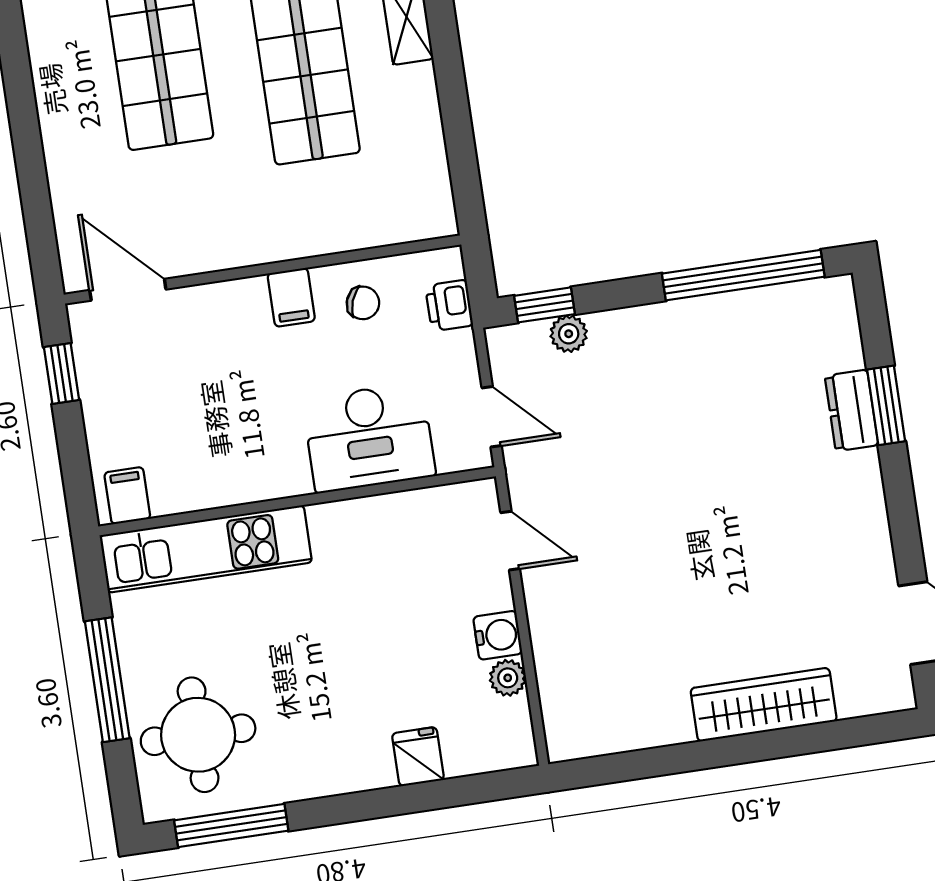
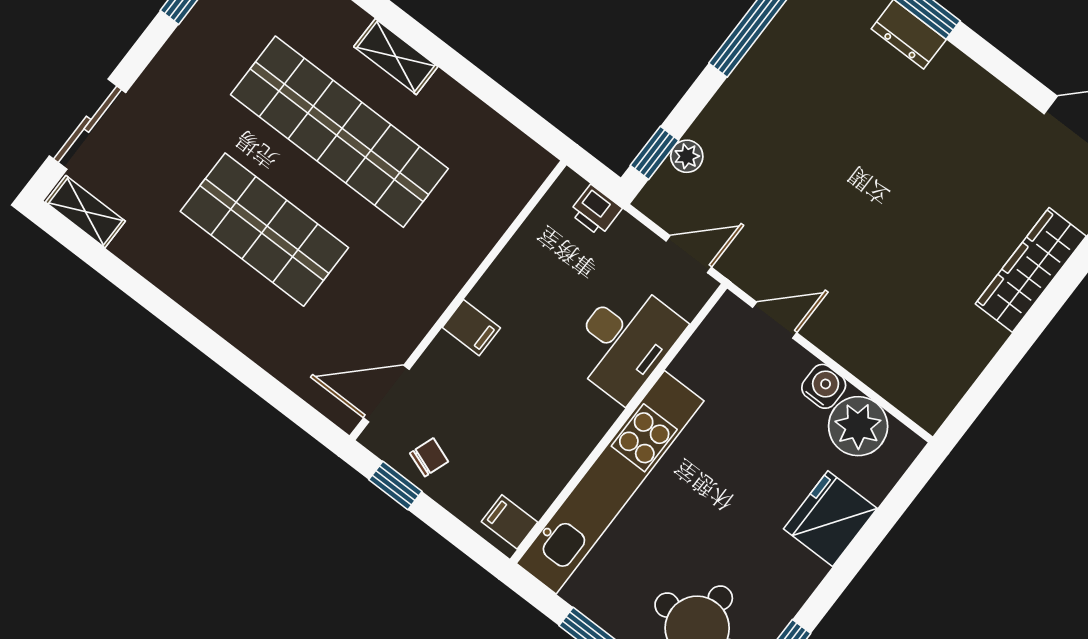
filing cabinet: (291, 297) -> (471, 328), moved
chair: (363, 303) -> (429, 457), moved
kitchen unit: (206, 549) -> (610, 482), width x1.36
plant: (508, 678) -> (858, 426), width x1.87, depth x1.87
fridge: (418, 757) -> (830, 519), width x1.88, depth x1.34

